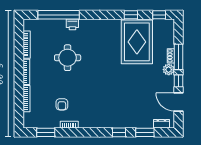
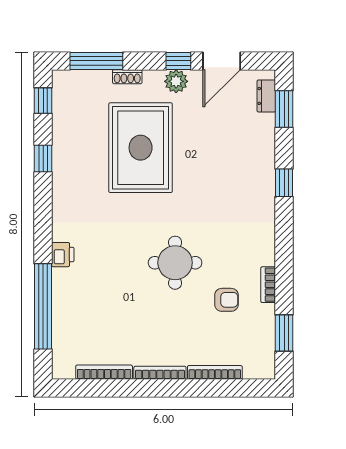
printer: (72, 24) -> (63, 255), moved
rug: (137, 42) -> (141, 148), moved, turned 90
window: (178, 57) -> (96, 61), moved
round table: (68, 58) -> (175, 263), moved
plant: (169, 70) -> (176, 81), moved
window: (145, 132) -> (284, 109), moved

